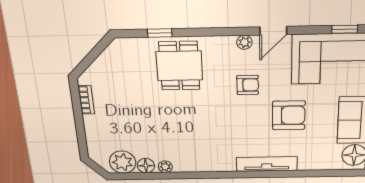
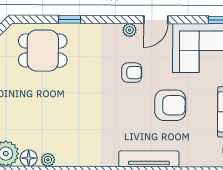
window: (160, 33) -> (70, 19), moved
dining table: (179, 66) -> (43, 51), moved, turned 90

